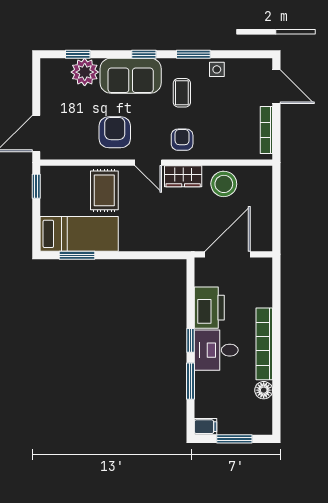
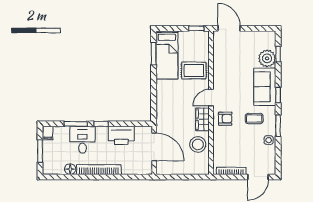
armchair: (115, 132) -> (230, 77), removed
desk: (216, 350) -> (83, 140), moved

